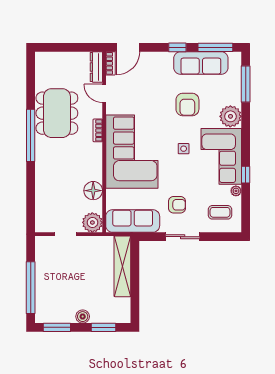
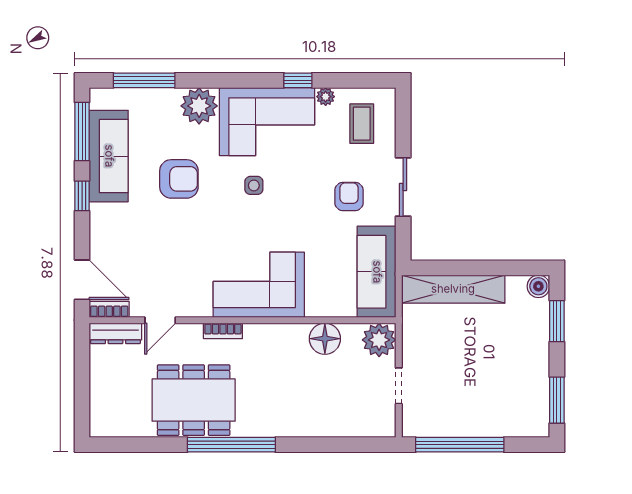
corner sofa: (132, 152) -> (259, 285), width x0.73, depth x0.74
window: (31, 288) -> (460, 445), moved
boiler: (83, 317) -> (538, 286), moved

